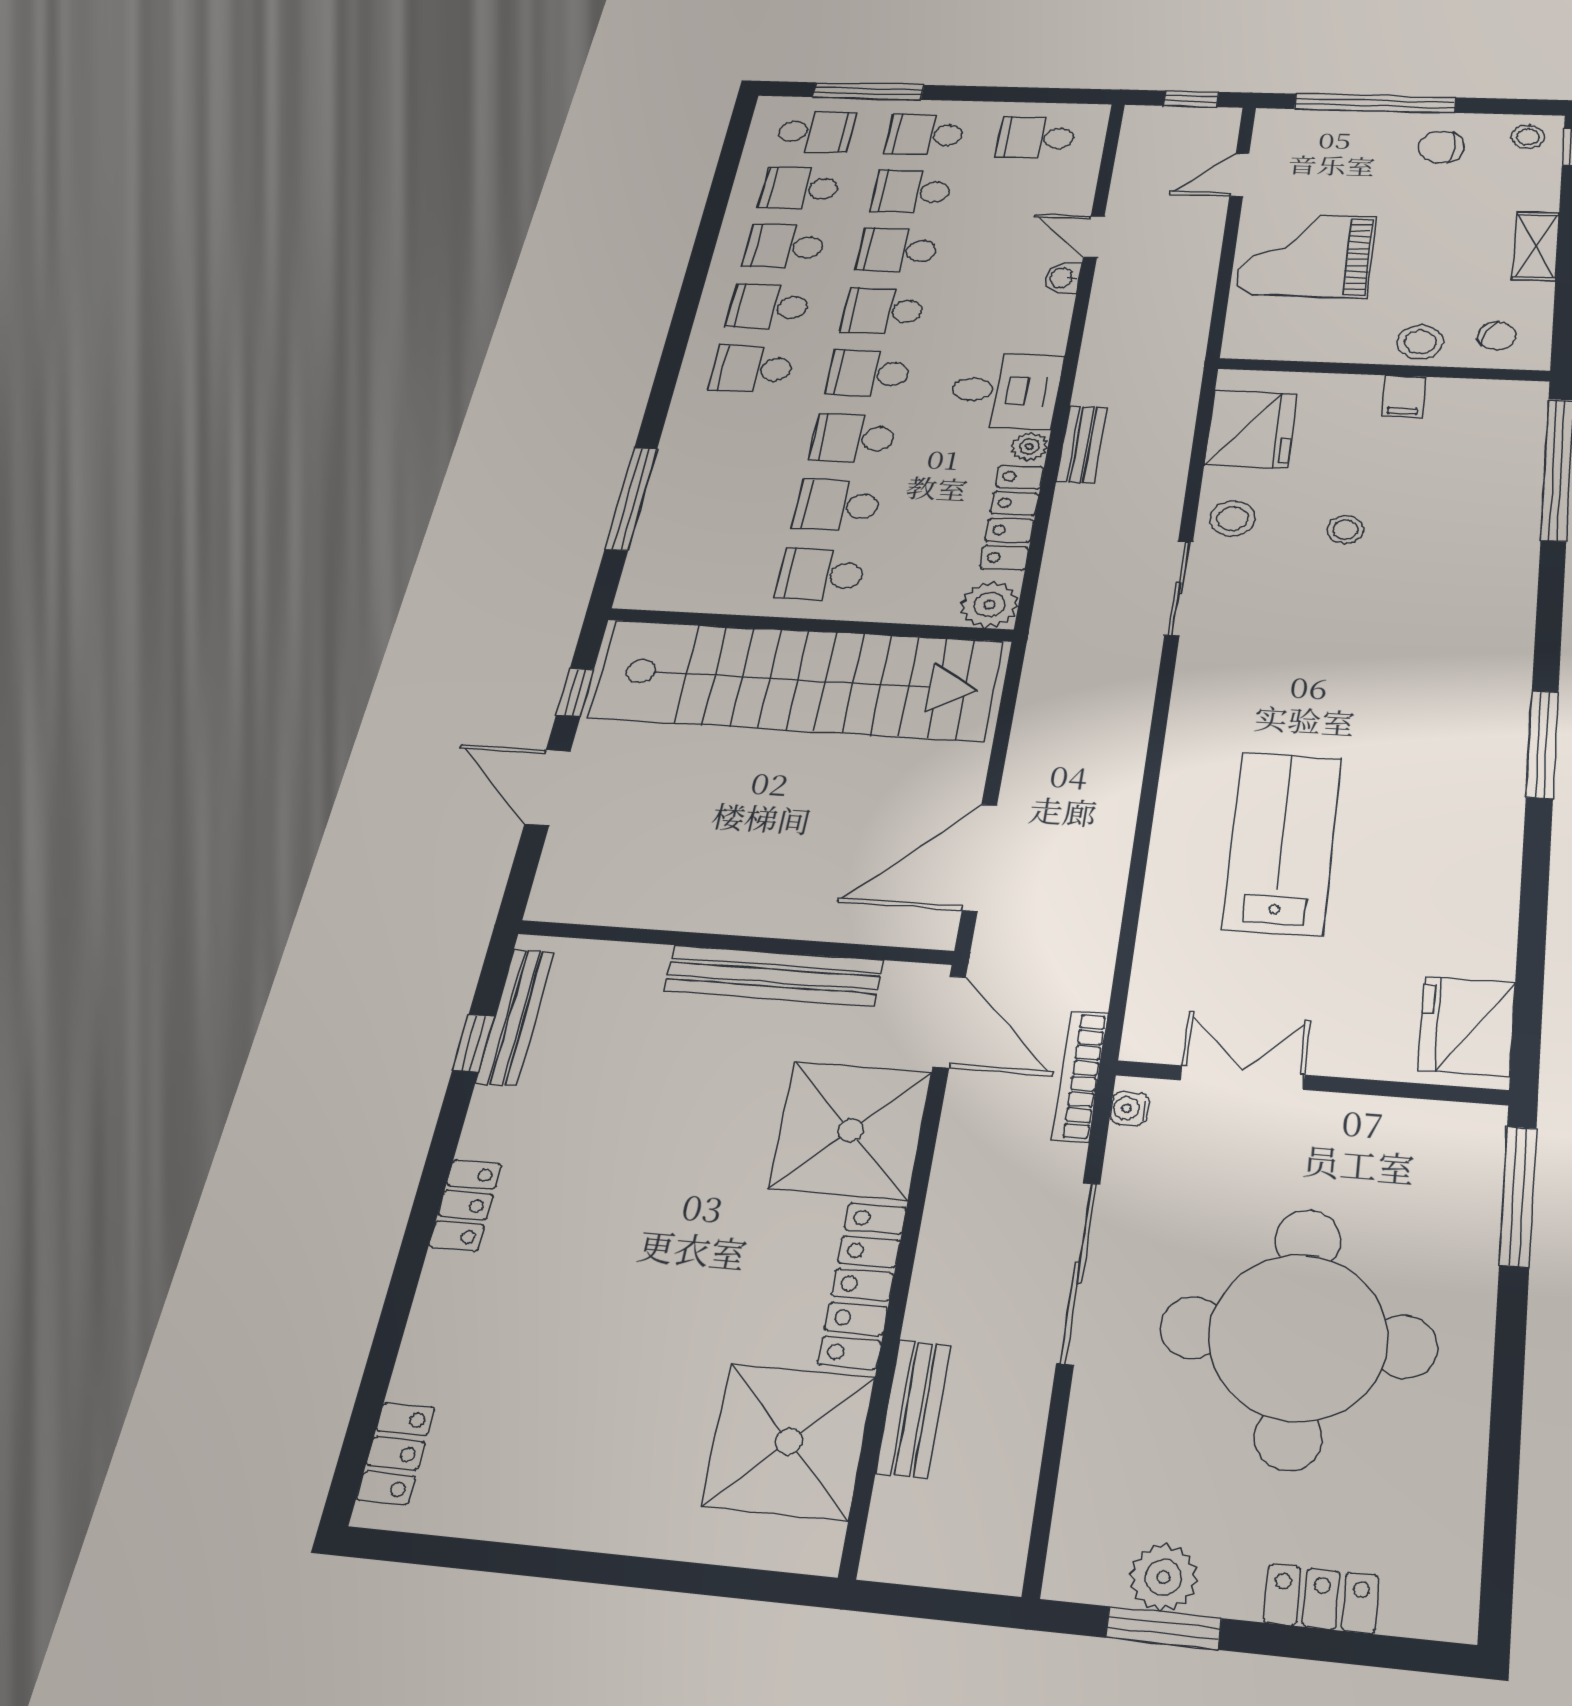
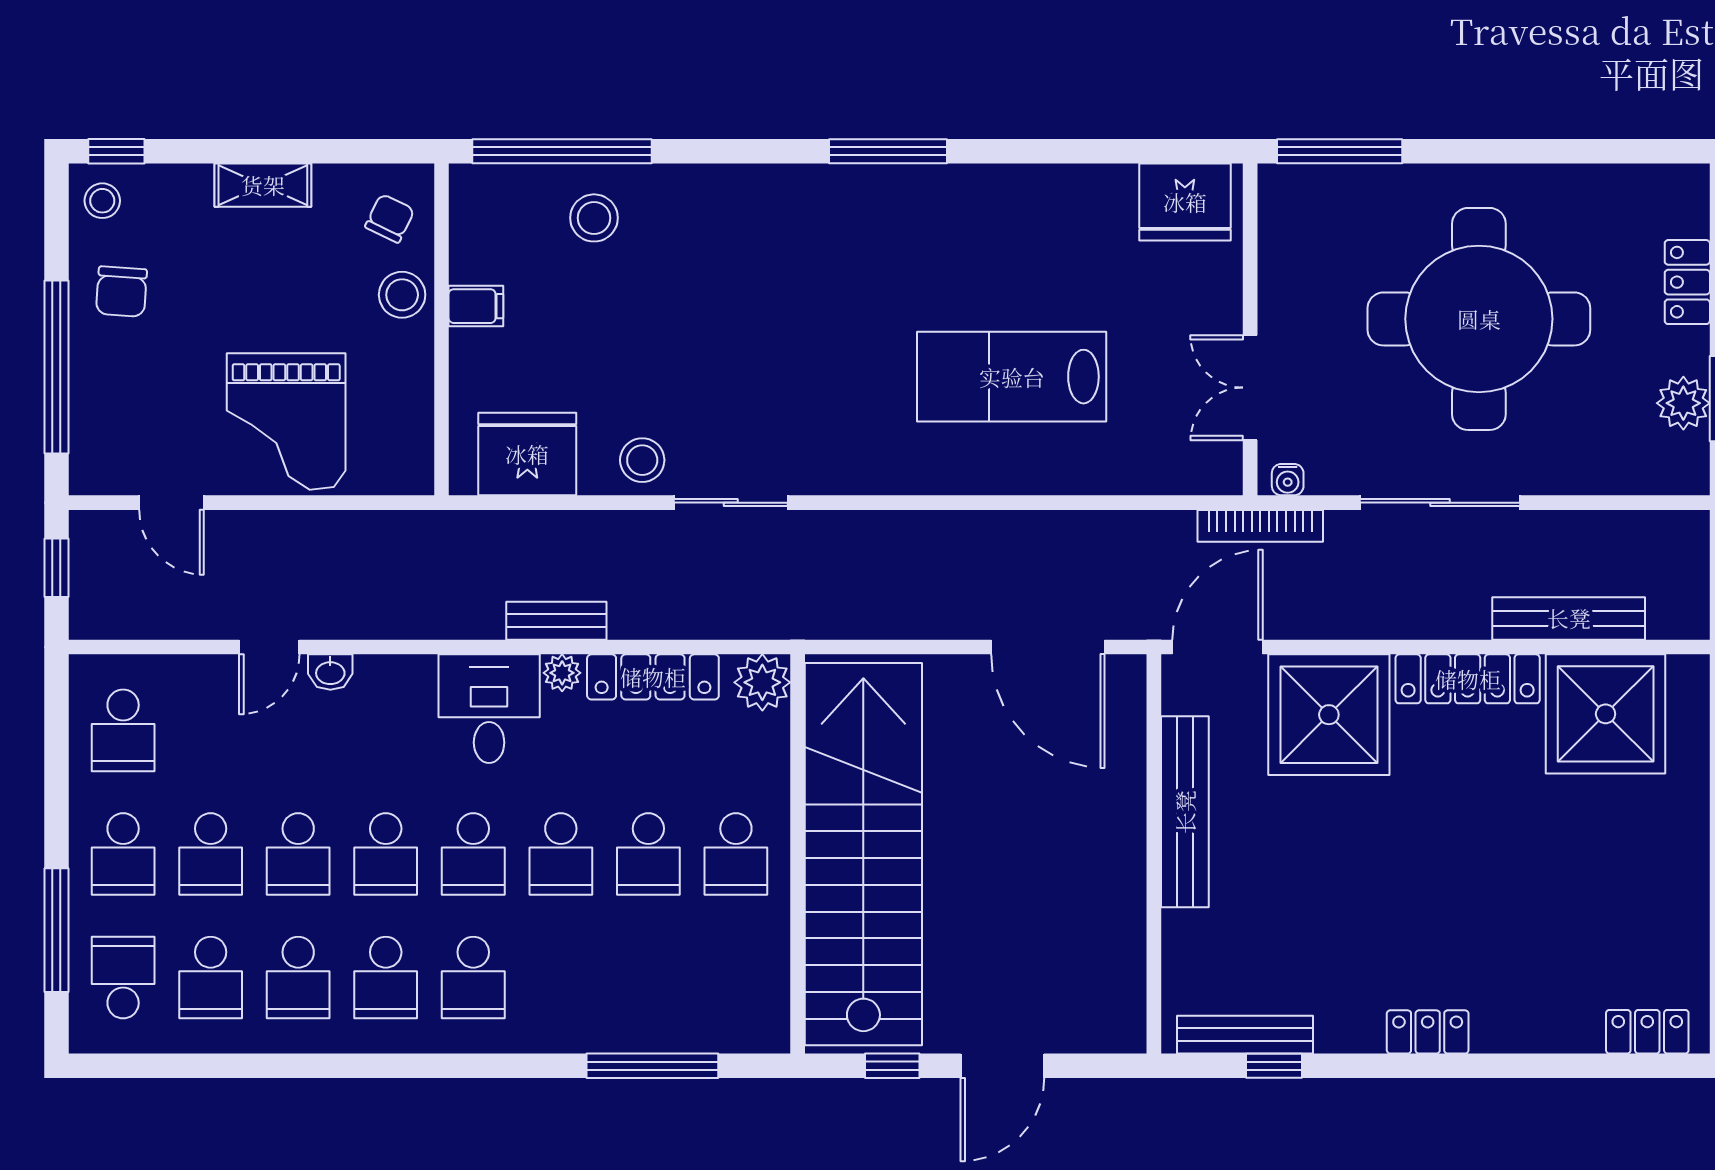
stool: (1345, 530) -> (594, 218), moved, width x1.37, depth x1.37
bench: (914, 1409) -> (1569, 618), width x1.36

